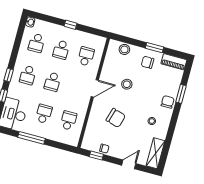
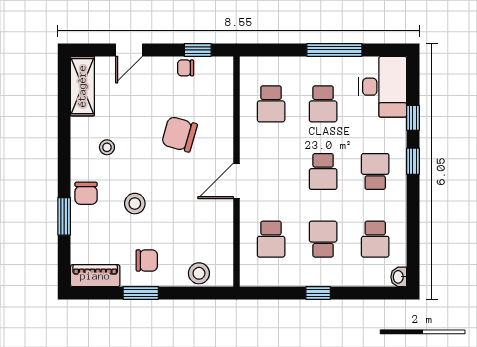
school desk: (37, 43) -> (375, 239), turned 180
school desk: (52, 82) -> (323, 171), turned 180
stool: (127, 84) -> (135, 204), moved

